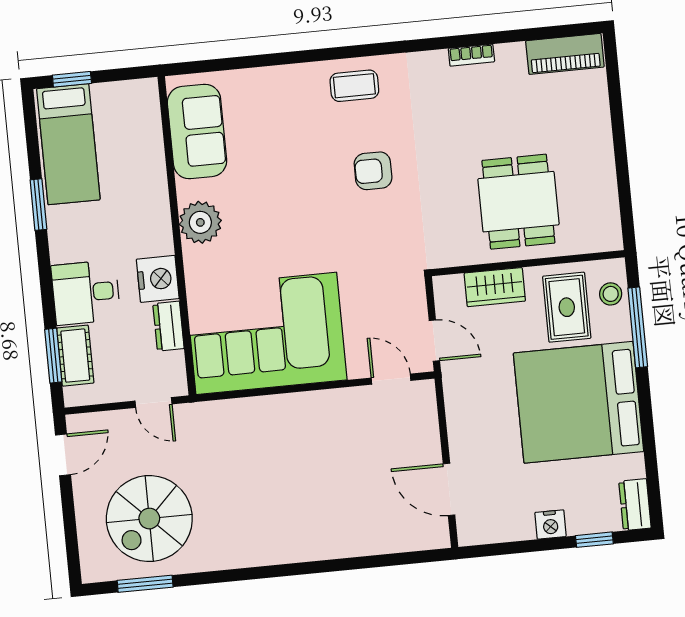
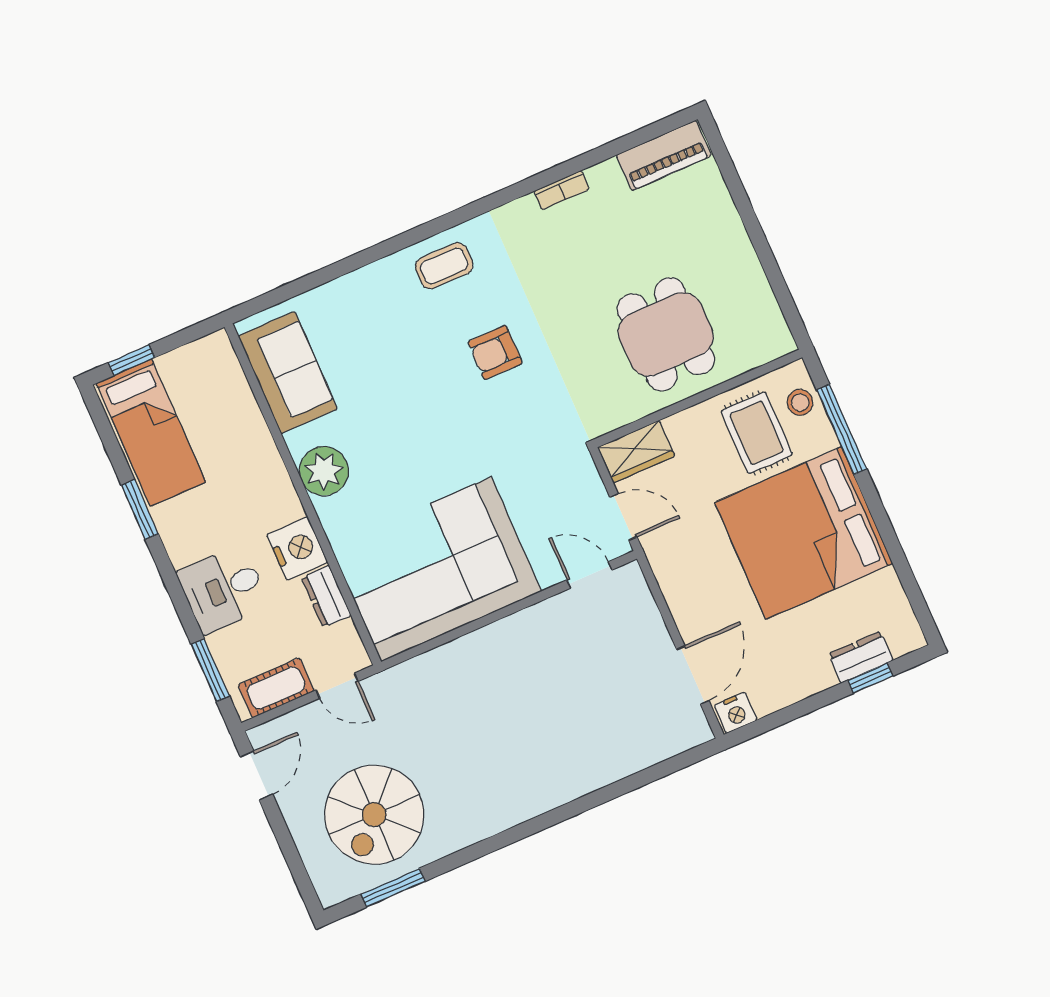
wardrobe: (495, 287) -> (636, 452), moved
cot: (75, 356) -> (276, 688), moved, turned 90
door: (449, 489) -> (693, 675), swing flipped
dresser: (635, 505) -> (861, 657), moved, turned 90
nightstand: (551, 524) -> (736, 713), moved

